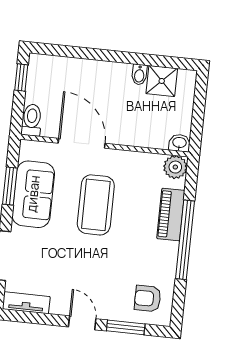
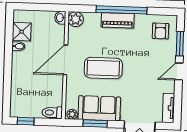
door: (82, 143) -> (65, 60), moved
plant: (27, 151) -> (72, 114), added
piano: (171, 215) -> (118, 20), moved

